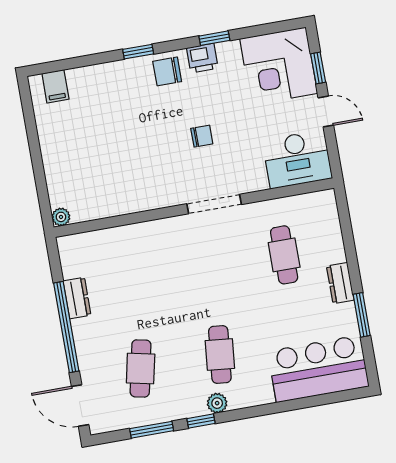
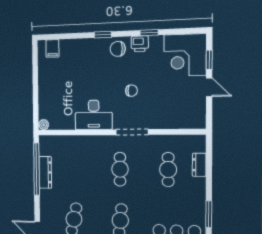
desk: (297, 159) -> (94, 115), moved
cafe table: (205, 269) -> (120, 169), added
dresser: (340, 283) -> (199, 165), moved
dresser: (77, 298) -> (45, 172), width x1.44
window: (66, 327) -> (37, 169), moved

